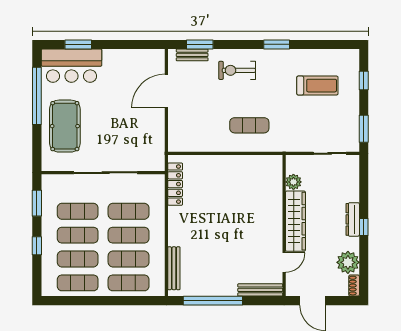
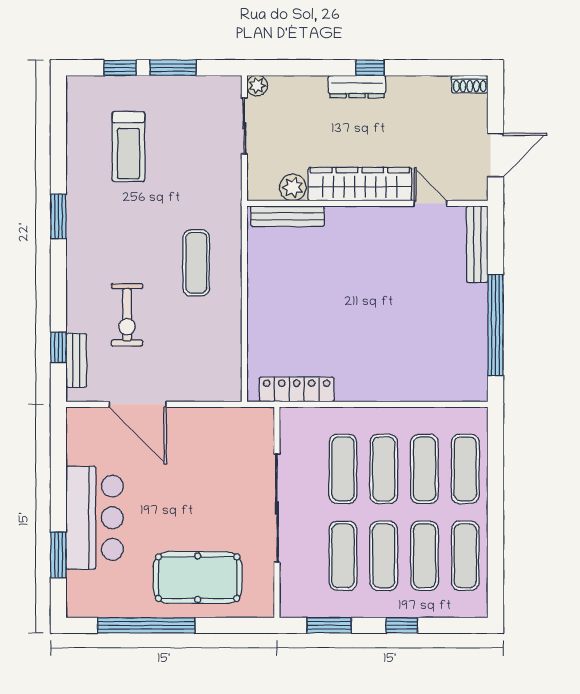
window: (200, 44) -> (58, 347), width x0.67
bar counter: (71, 66) -> (95, 518), moved
exercise bike: (237, 70) -> (127, 315), moved
treadmill: (317, 86) -> (128, 147), turned 180
window: (364, 129) -> (173, 68), moved
plant: (348, 262) -> (257, 86), moved, width x0.53, depth x0.53
bench: (174, 268) -> (287, 216), moved

